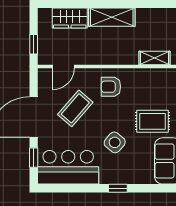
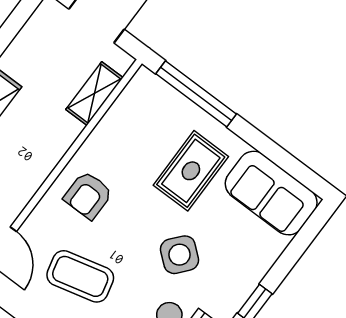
coffee table: (75, 108) -> (80, 276), turned -55

